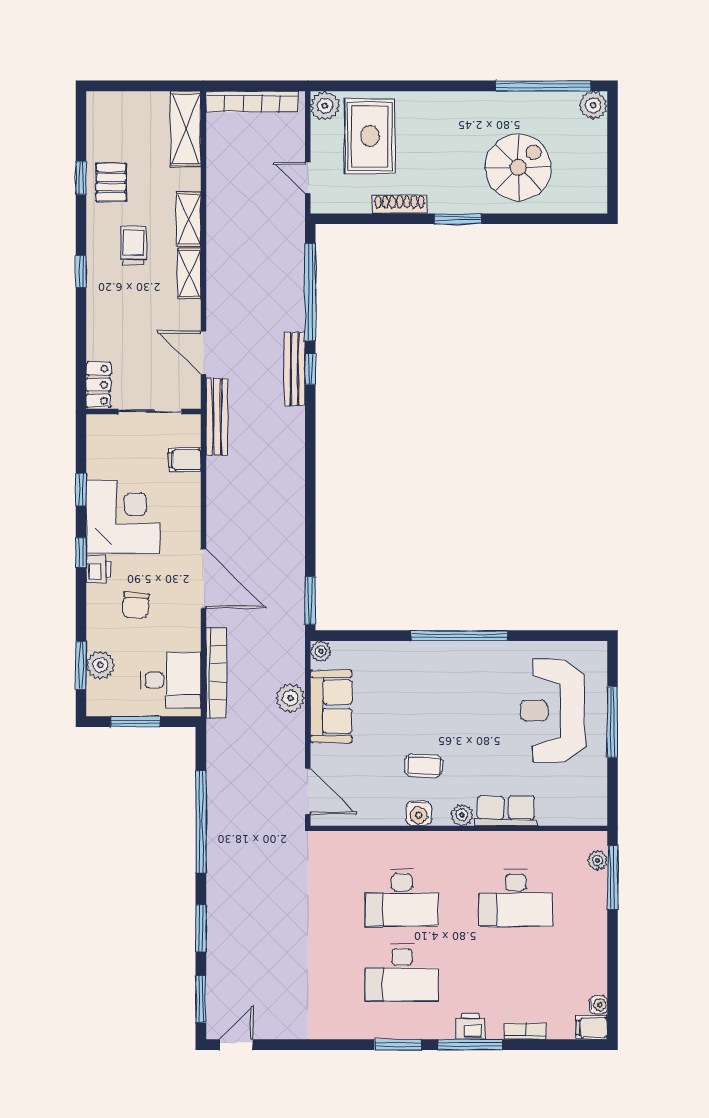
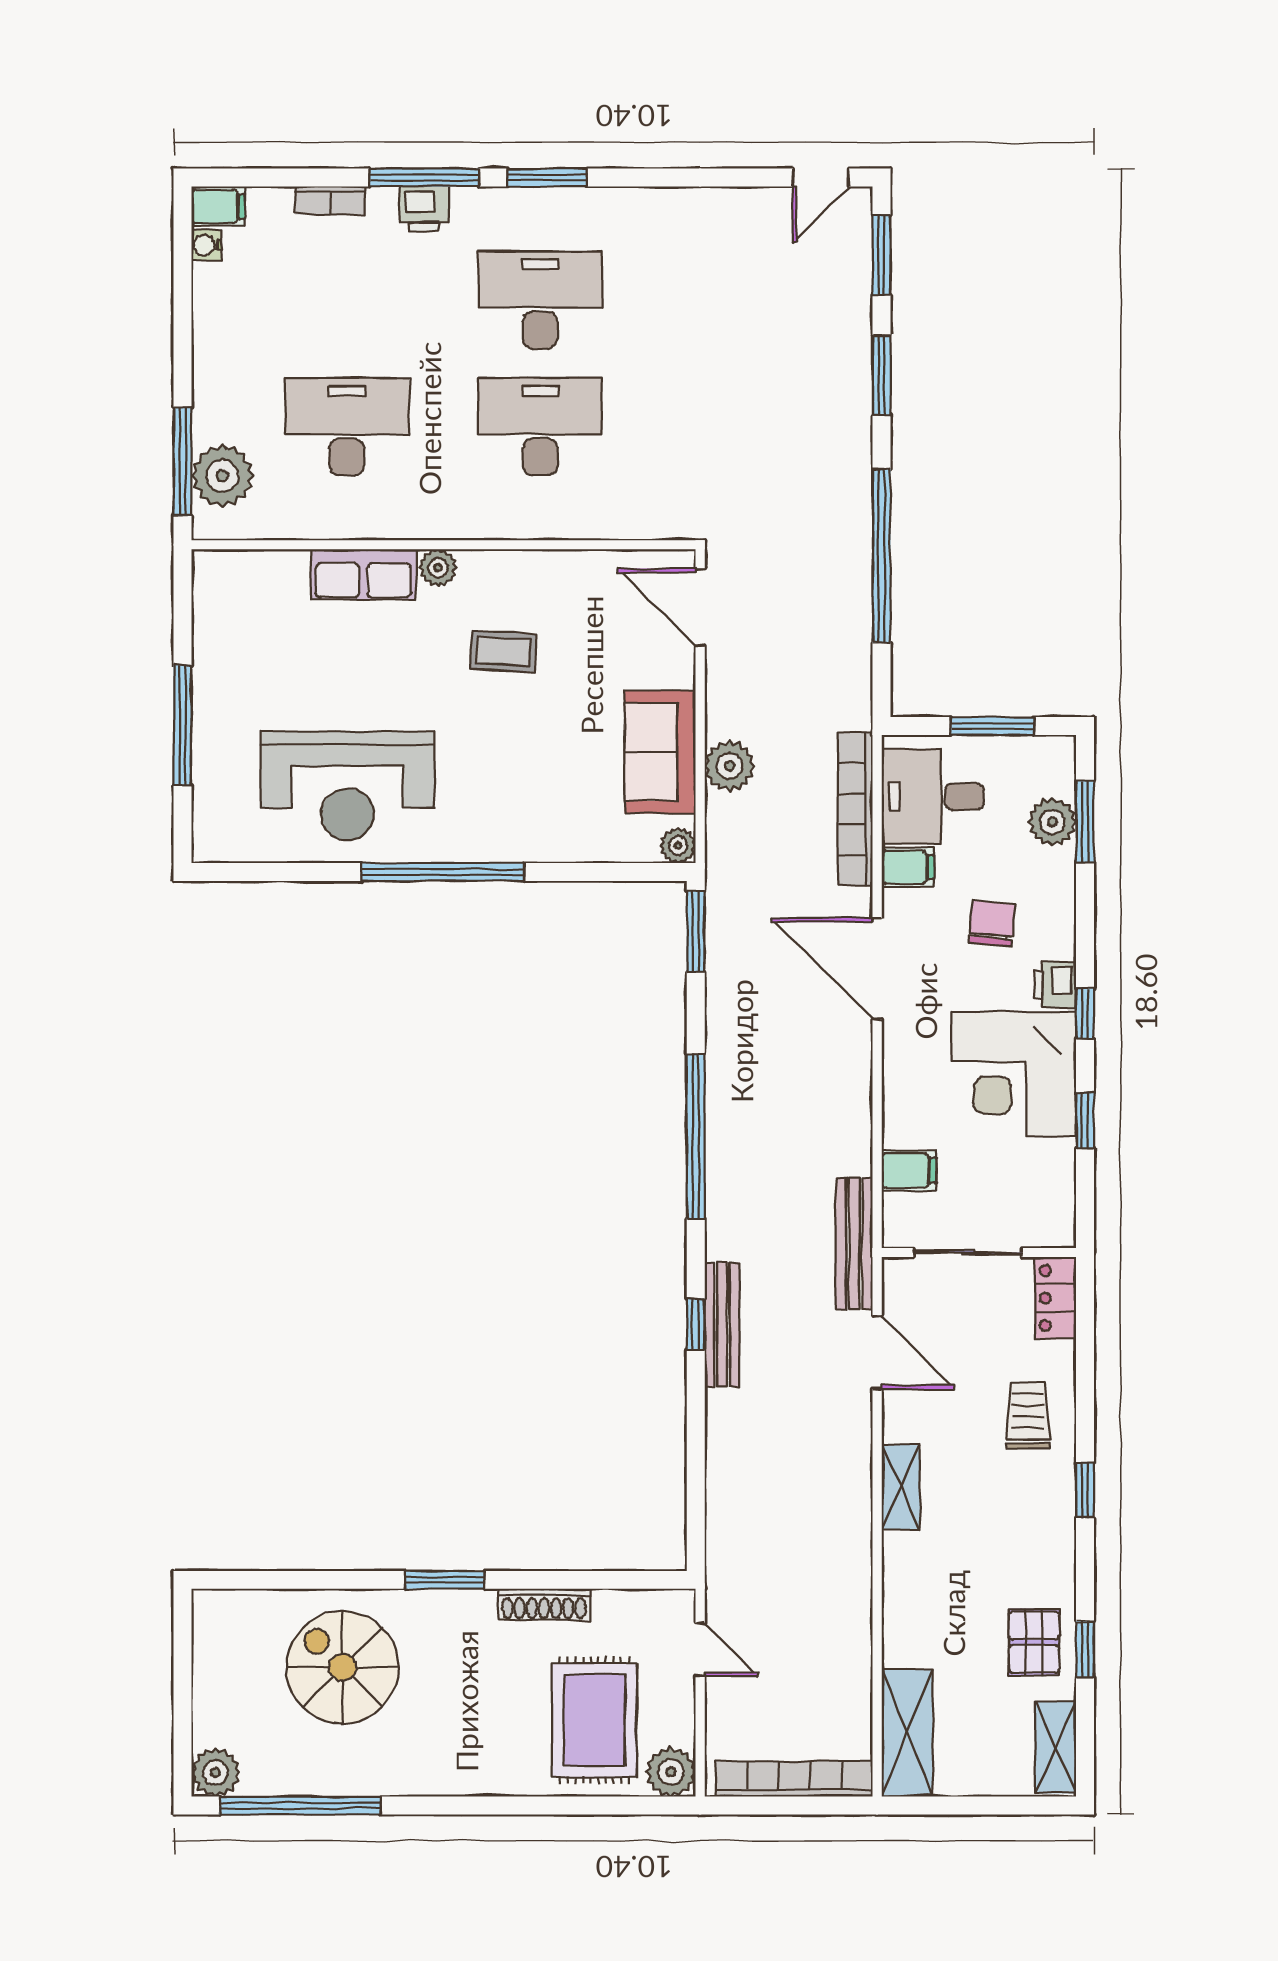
spiral stairs: (518, 167) -> (343, 1667), turned 90
shelving: (189, 219) -> (1055, 1747), moved
trolley: (133, 246) -> (1028, 1415), moved, turned 180
window: (310, 292) -> (696, 1136), moved
filing cabinet: (185, 638) -> (908, 867), added
reception desk: (553, 711) -> (348, 786), moved, turned 90
water cooler: (419, 813) -> (512, 570), removed
plant: (597, 860) -> (222, 476), width x1.88, depth x1.88

